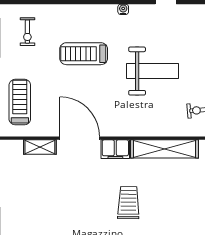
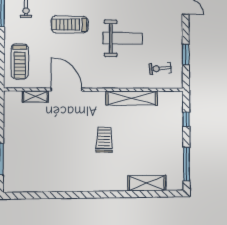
treadmill: (20, 102) -> (20, 61), turned 180
filing cabinet: (115, 149) -> (94, 98), removed

